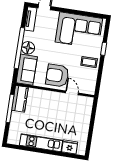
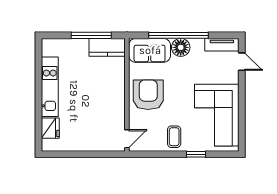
door: (72, 93) -> (127, 139), moved

